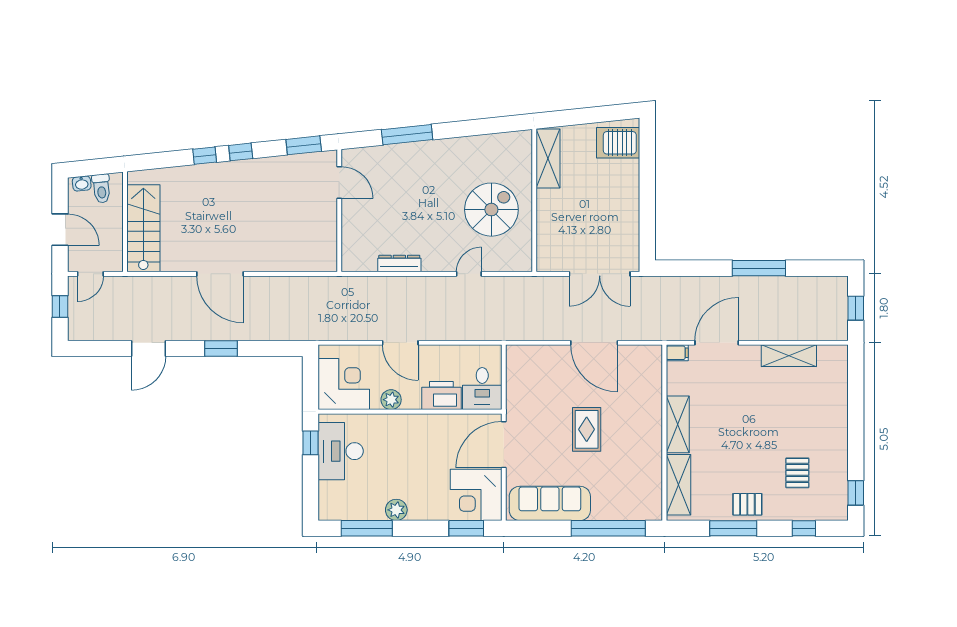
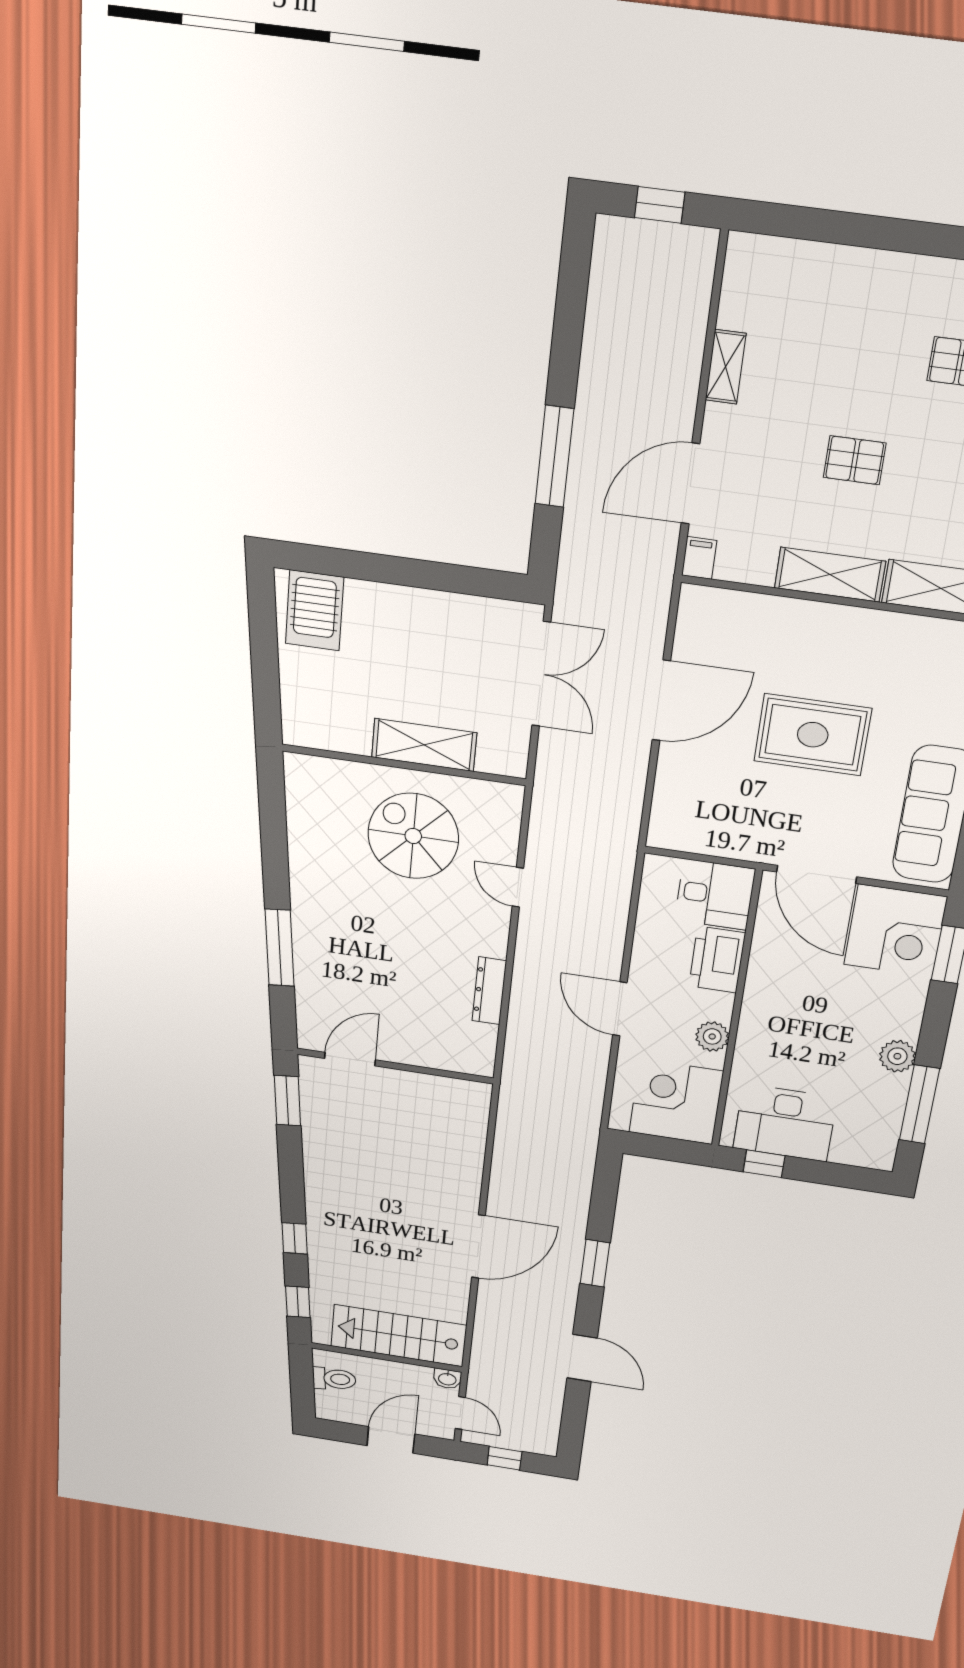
window: (241, 152) -> (298, 1302), moved
shelving: (548, 159) -> (424, 745), moved
washbasin: (82, 184) -> (447, 1379), moved, turned 96
window: (759, 268) -> (554, 456), moved
door: (400, 343) -> (620, 1009), swing flipped
door: (717, 343) -> (690, 484), hinge flipped
shelving: (789, 356) -> (726, 367), width x0.67, depth x0.75
pallet: (740, 427) -> (855, 460), added
rug: (587, 429) -> (813, 735), width x1.36, depth x1.43

